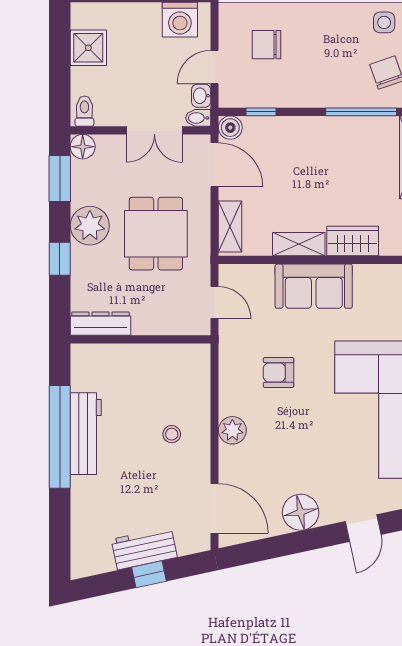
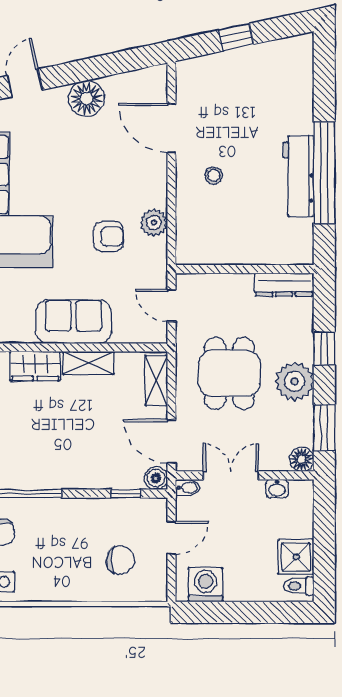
washbasin: (201, 96) -> (277, 489), moved, turned 90
toilet: (84, 111) -> (299, 586), moved, turned 90
plant: (232, 430) -> (154, 223), moved
door: (215, 508) -> (171, 128), moved
workbench: (144, 548) -> (241, 63), removed

